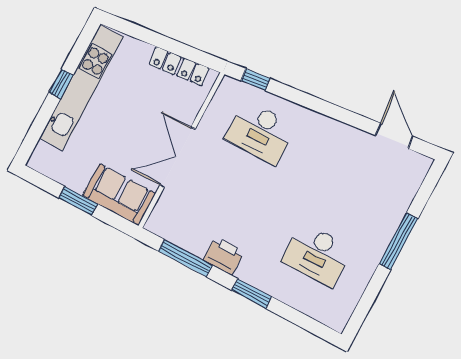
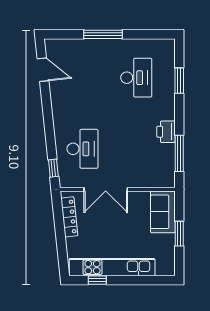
window: (61, 84) -> (97, 280), moved
door: (394, 136) -> (43, 70), swing flipped
double door: (178, 157) -> (106, 189), moved
window: (252, 294) -> (179, 81), moved

